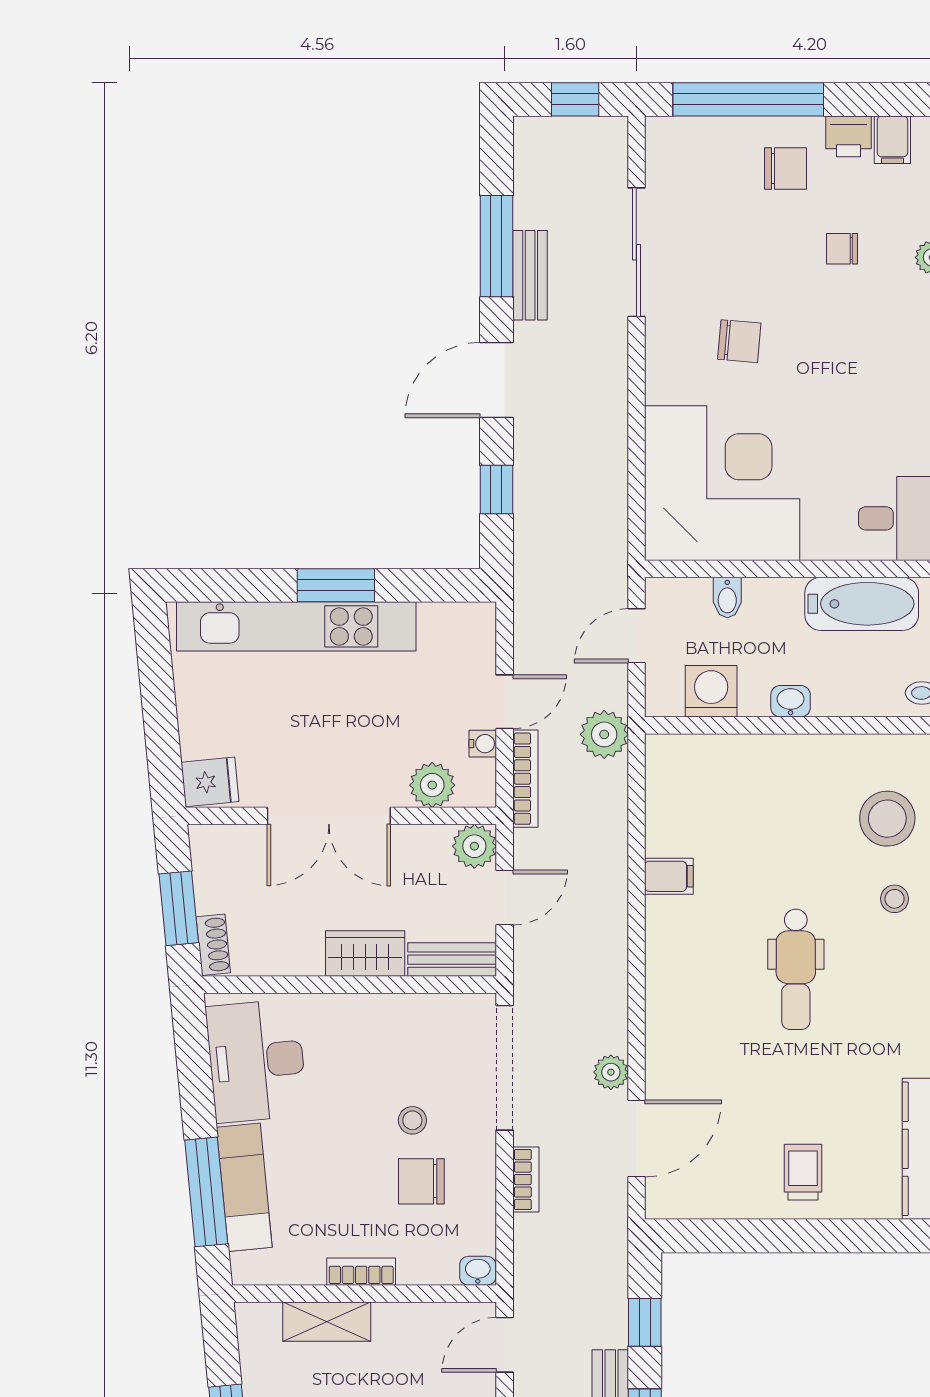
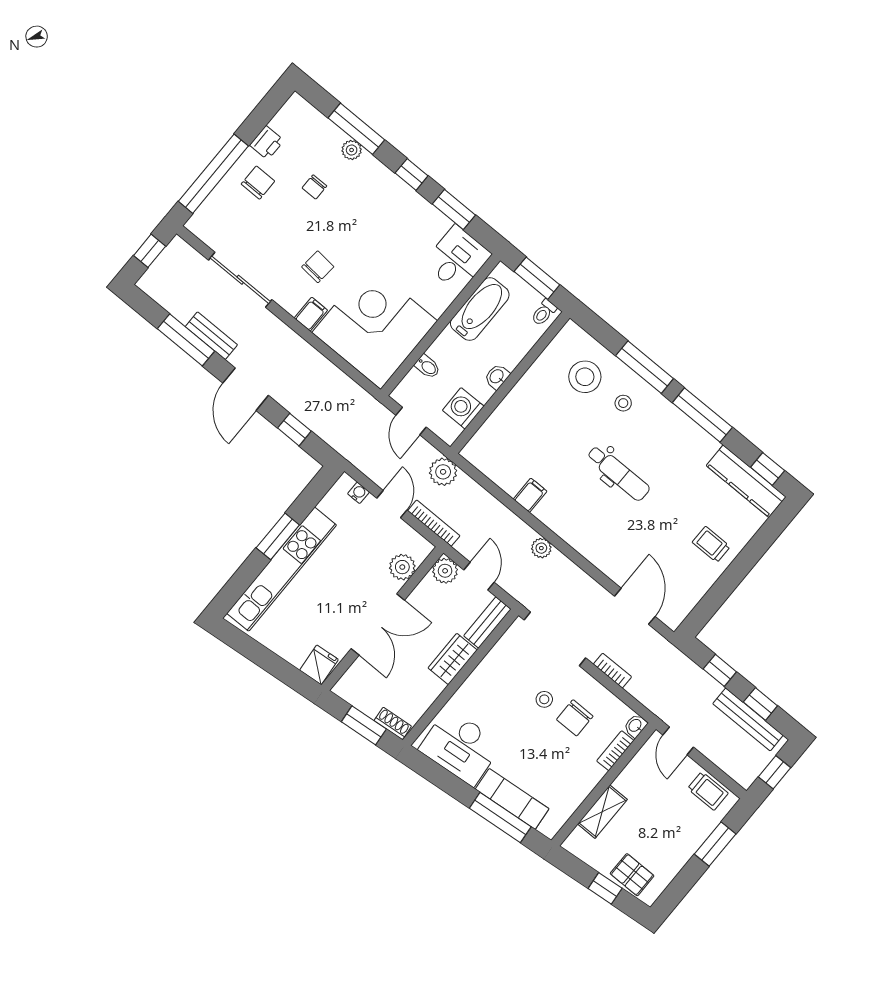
filing cabinet: (892, 140) -> (311, 314), moved, turned -90
water cooler: (483, 744) -> (359, 493), moved
plant: (611, 1072) -> (541, 548), moved
bookcase: (361, 1272) -> (615, 751), moved

